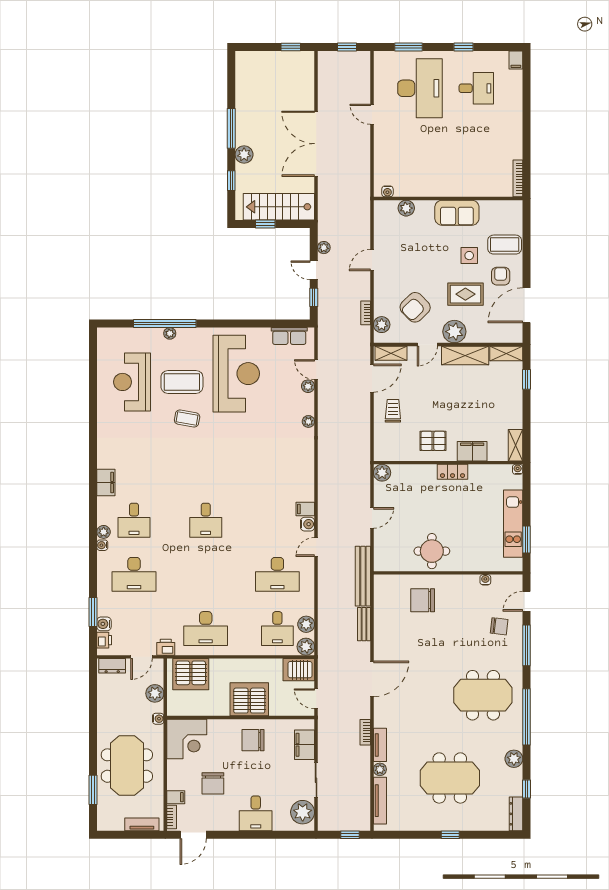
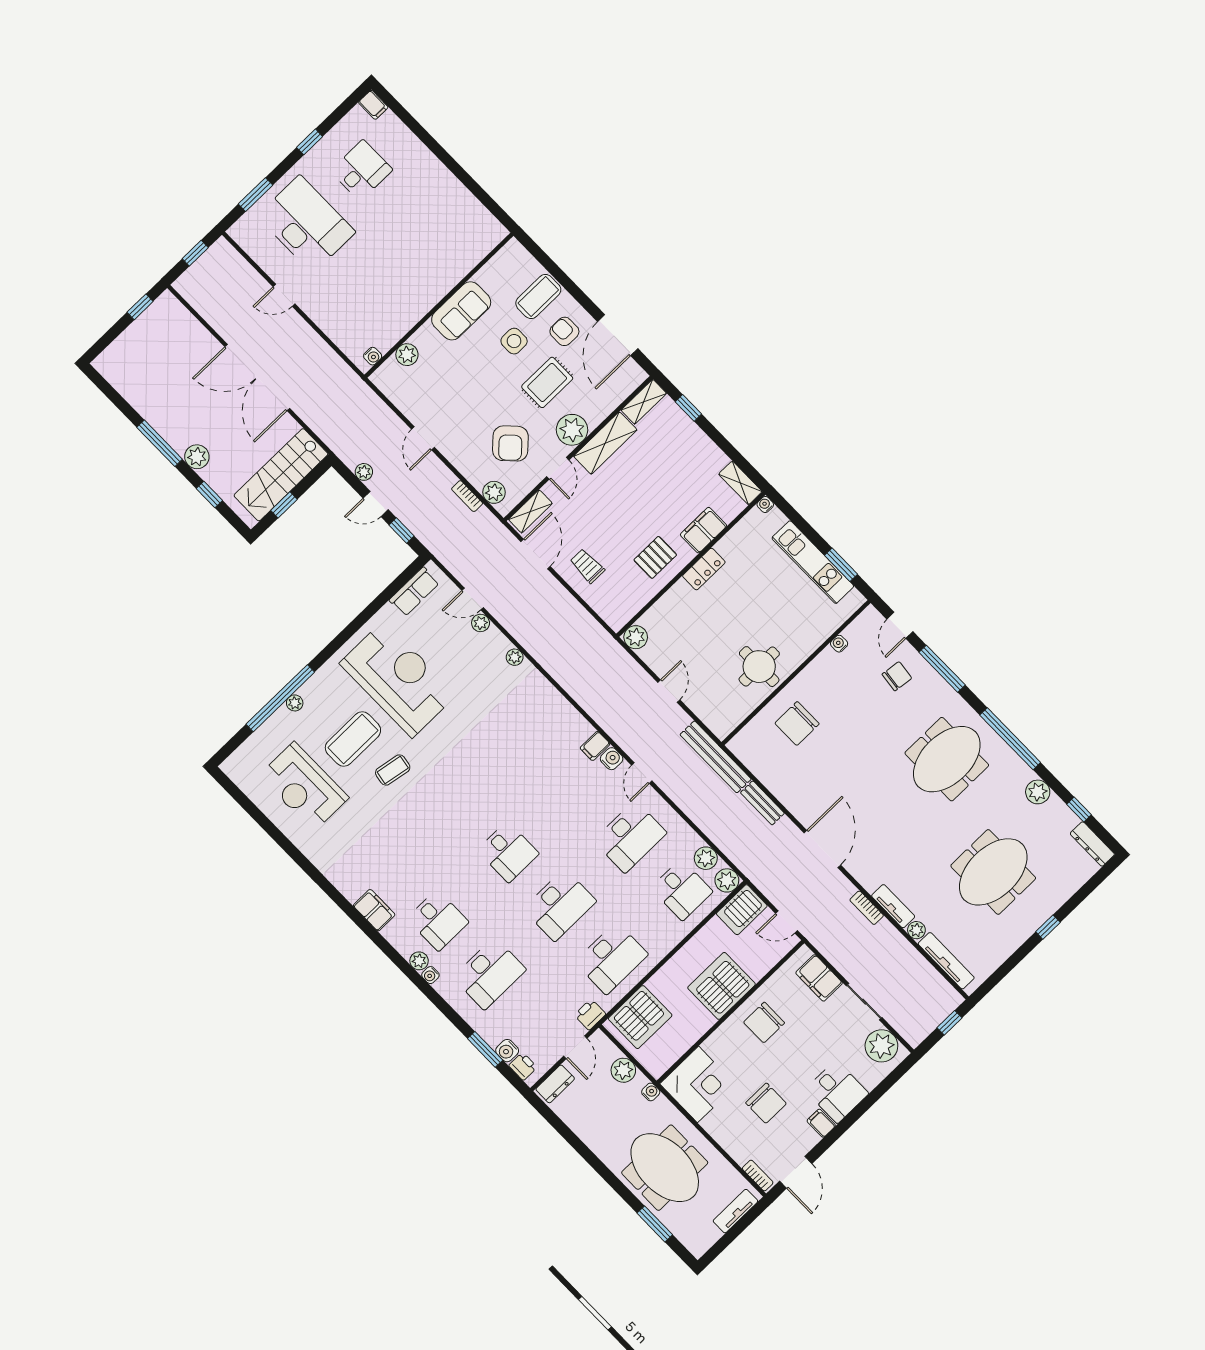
bookcase: (518, 178) -> (488, 219), removed
desk: (206, 574) -> (560, 905), added
filing cabinet: (176, 797) -> (821, 1123), moved, turned -90

